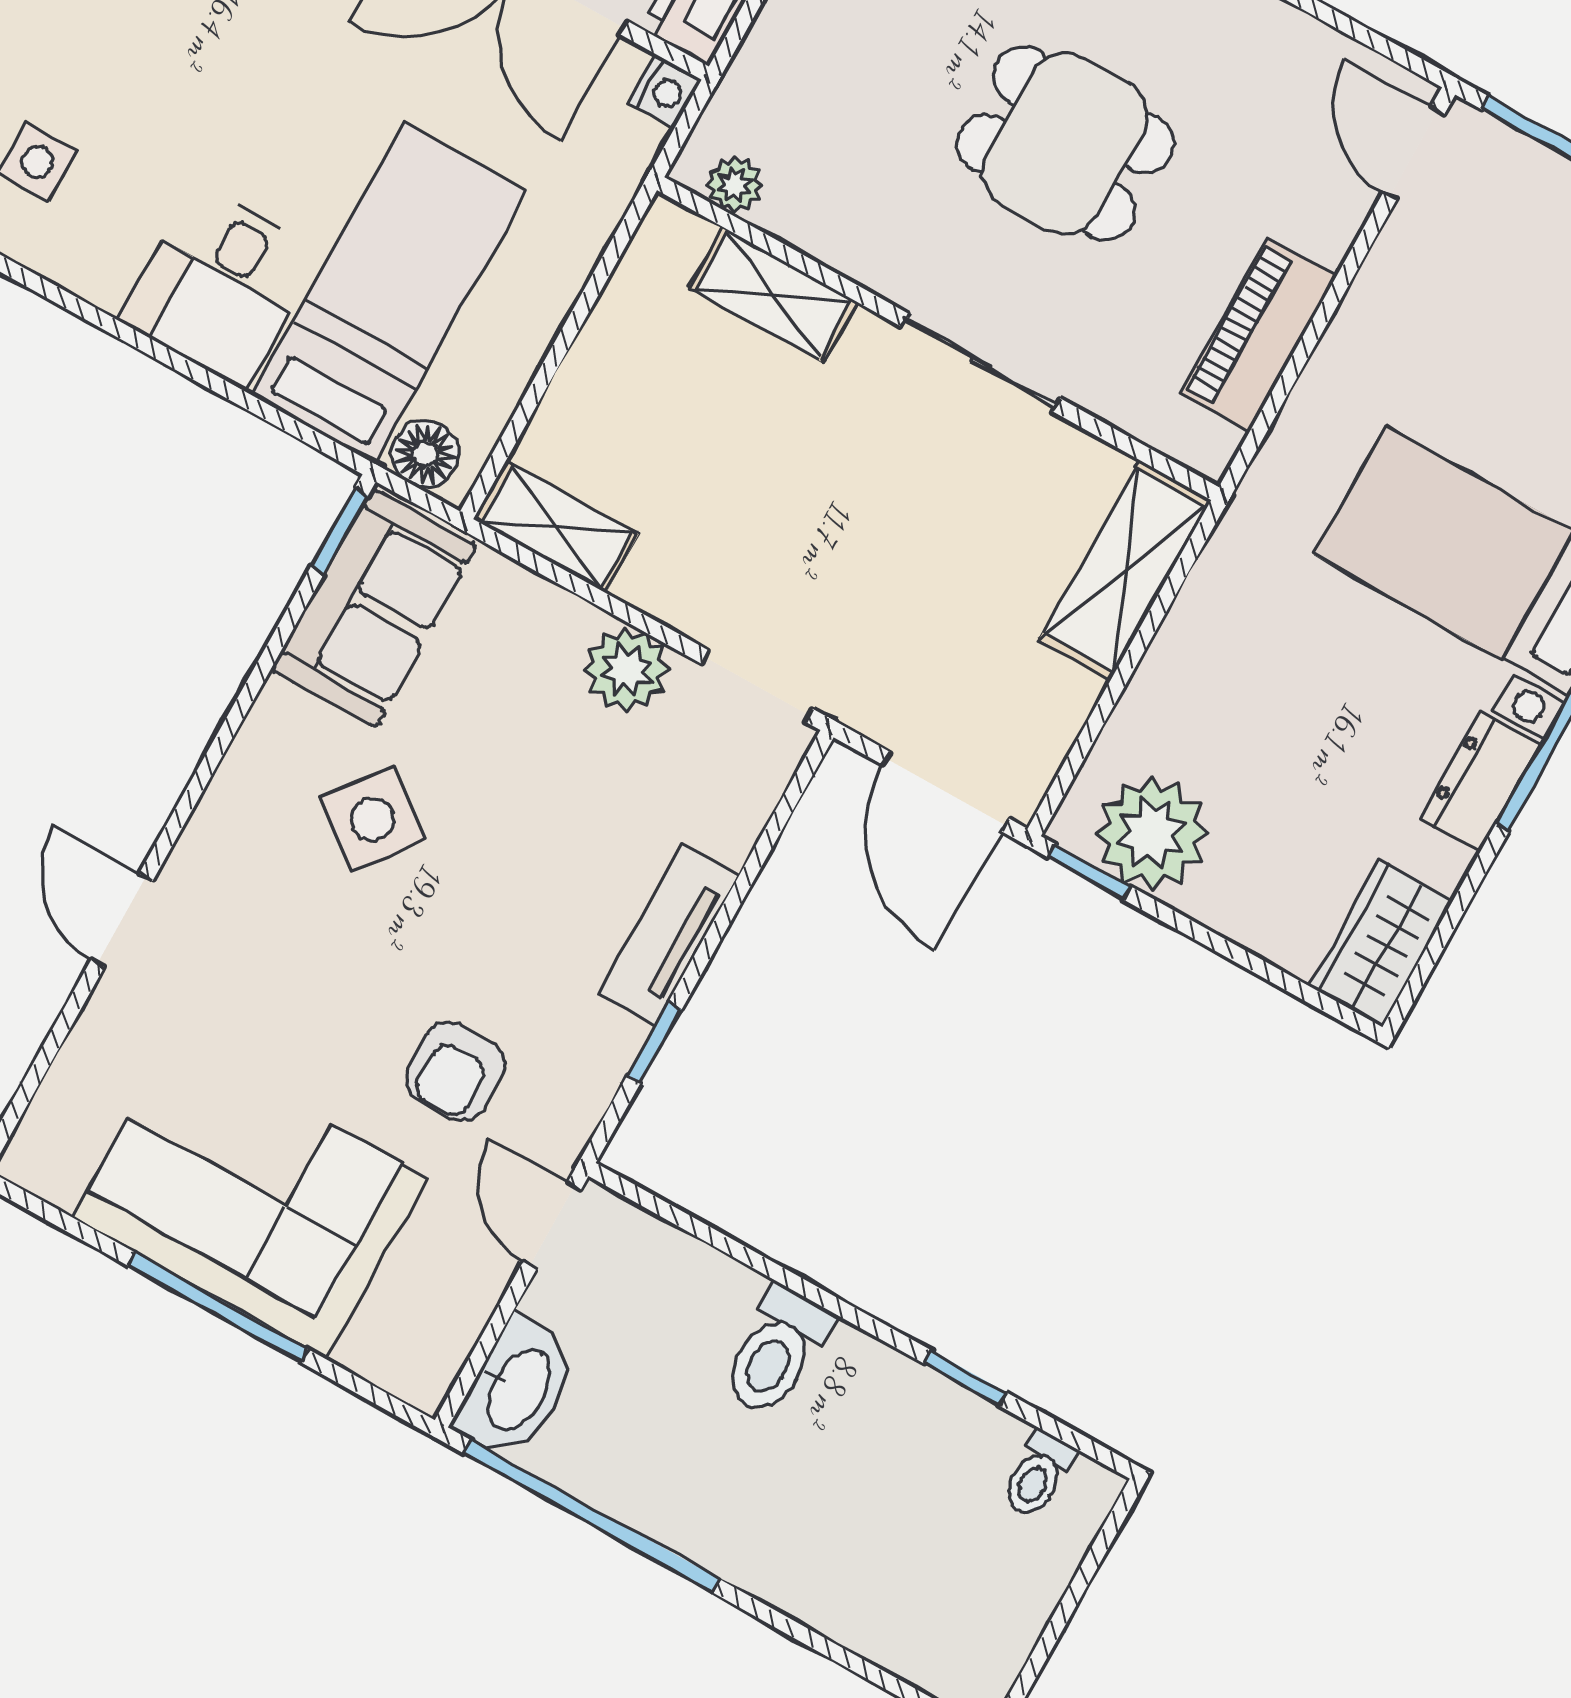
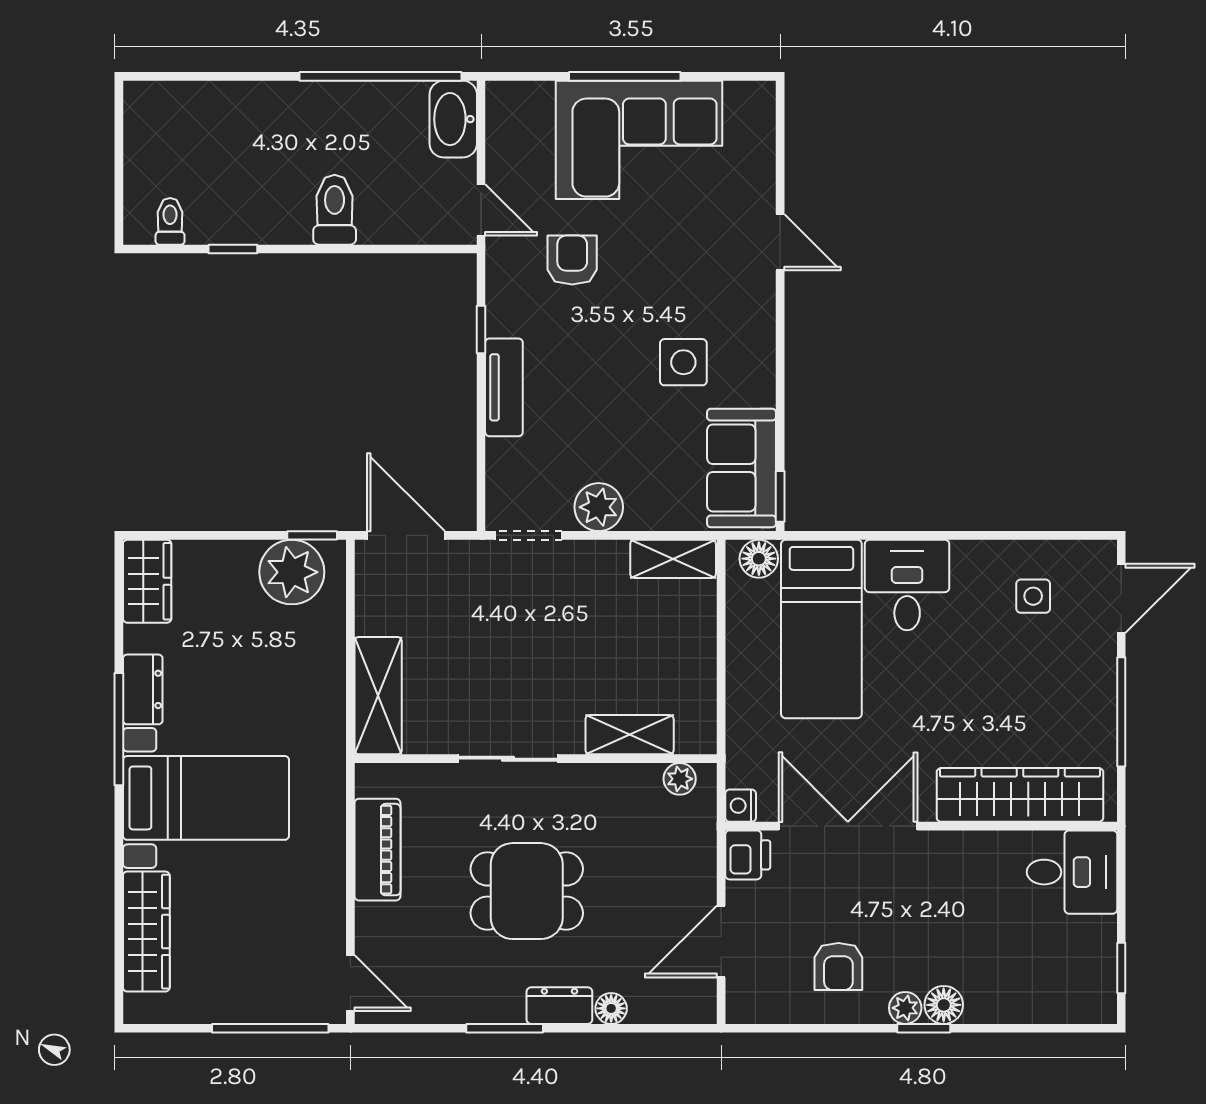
side table: (373, 819) -> (683, 362), turned -38

